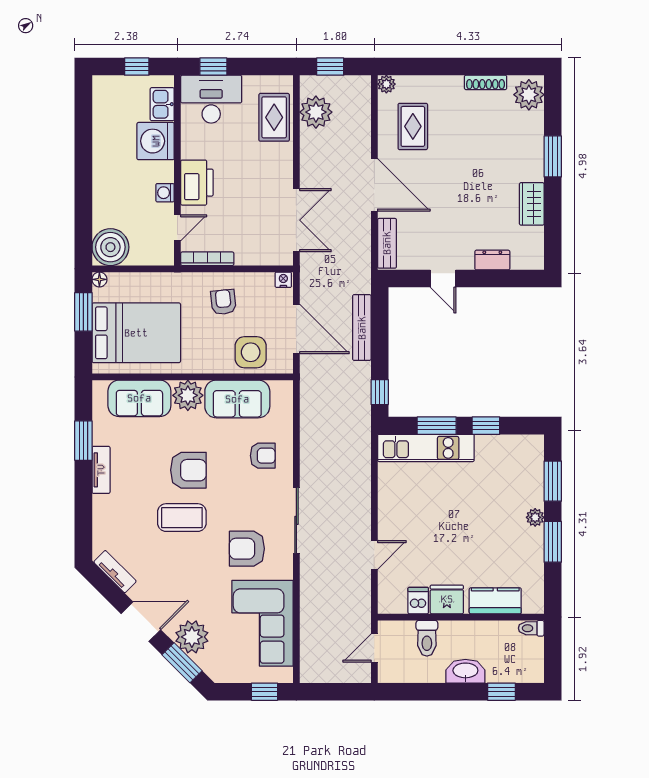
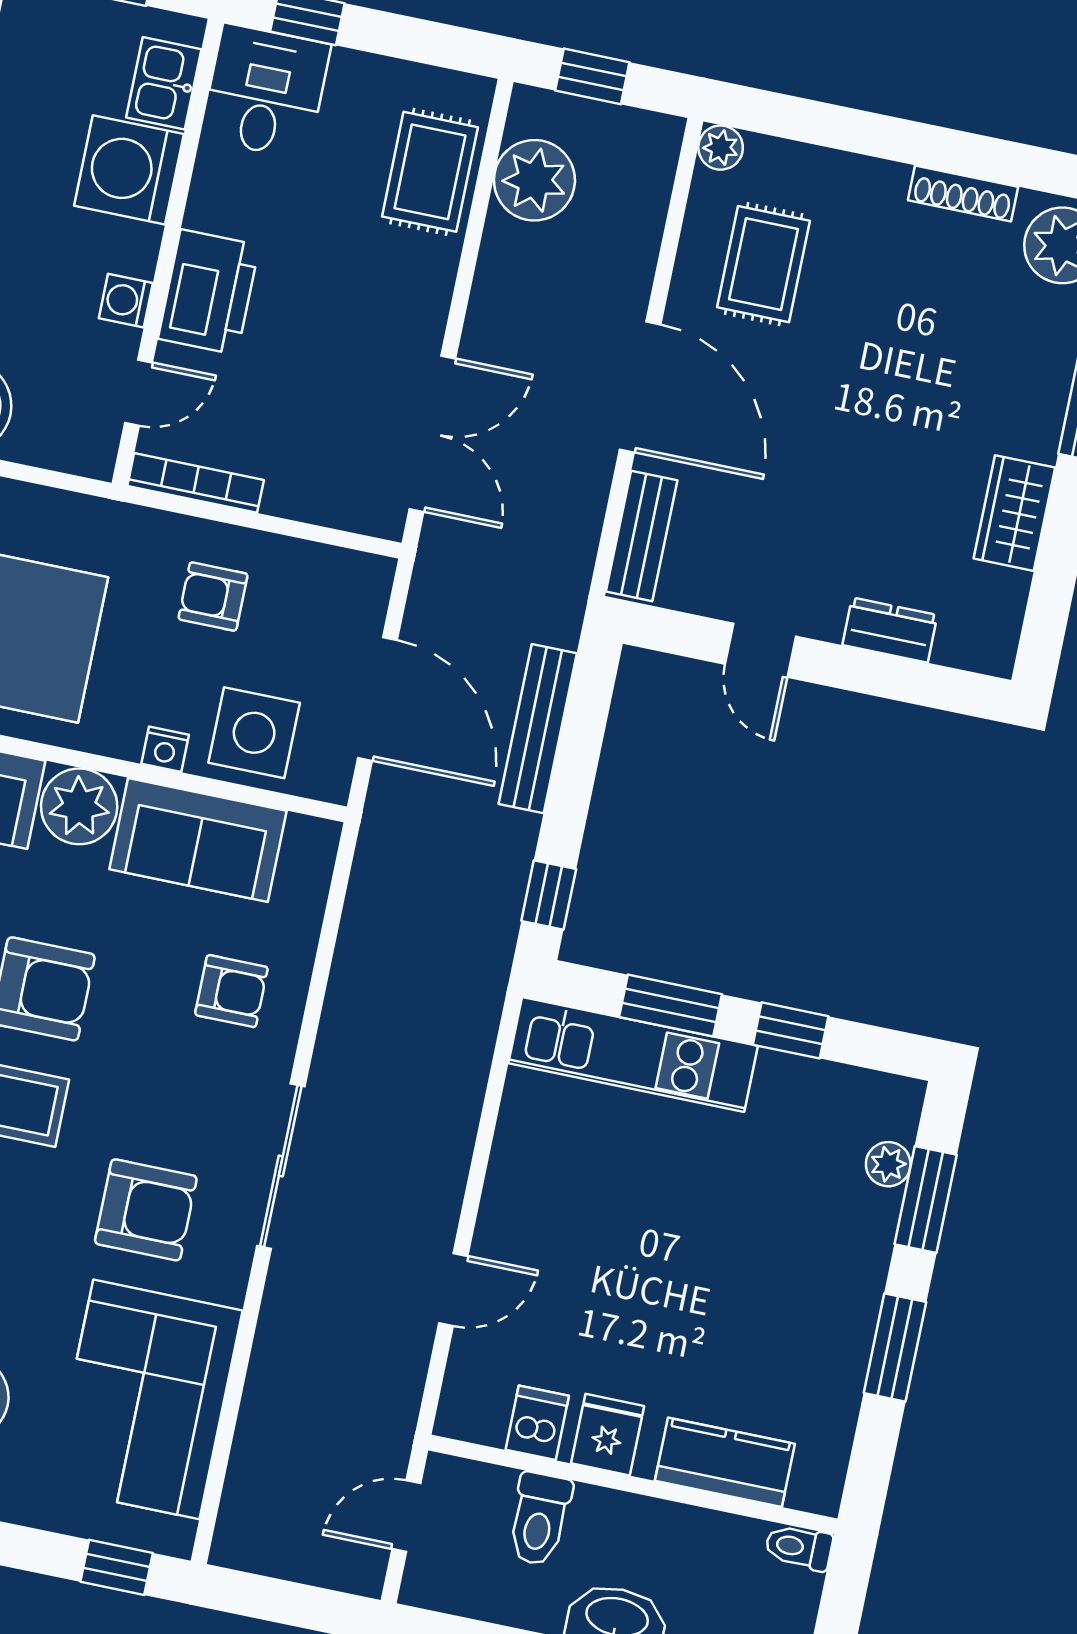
desk: (211, 99) -> (265, 92), width x0.73
nightstand: (283, 280) -> (165, 749), moved, turned 180
armchair: (223, 302) -> (213, 597), turned -84
plant: (535, 517) -> (888, 1164), moved
armchair: (247, 549) -> (146, 1210), turned 180
fridge: (447, 599) -> (608, 1435), width x0.72

